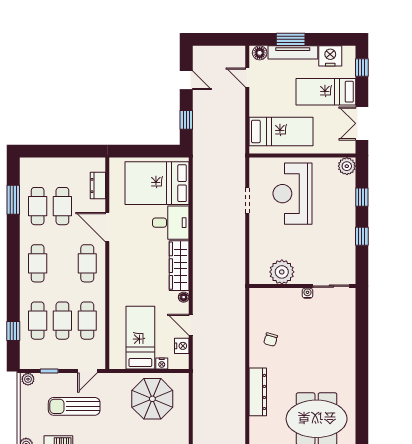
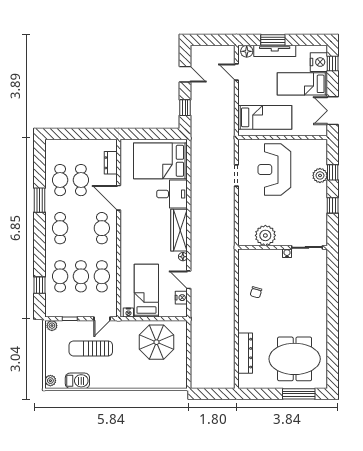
nightstand: (330, 56) -> (319, 62), moved, turned 90
plant: (347, 166) -> (320, 175), moved
window: (13, 200) -> (40, 200), moved
nightstand: (162, 364) -> (128, 312), moved
dresser: (258, 392) -> (245, 353), moved

